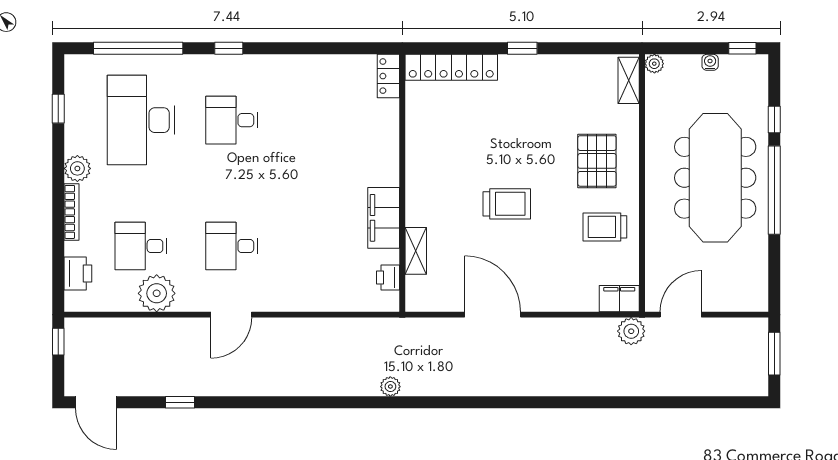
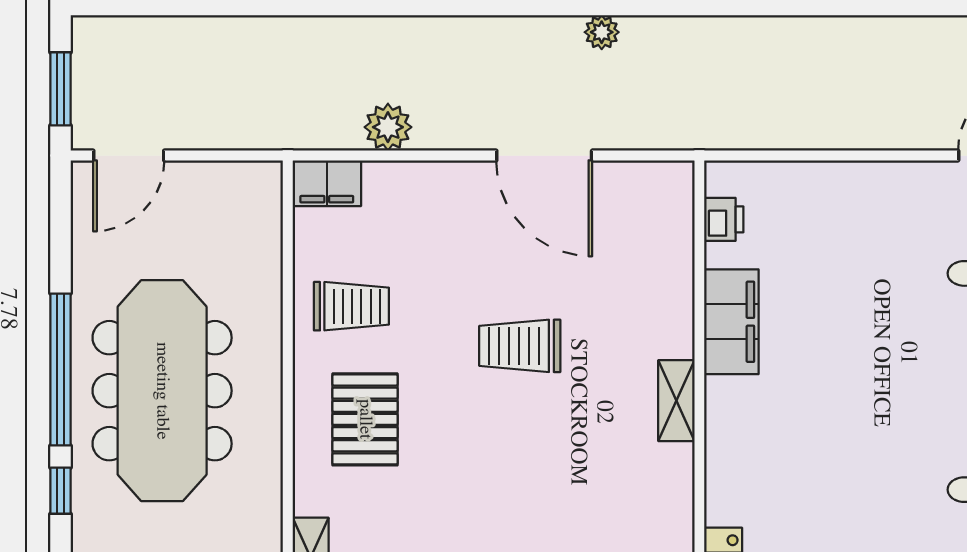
shelving: (416, 251) -> (676, 401), moved
door: (681, 315) -> (129, 156), moved
plant: (631, 331) -> (388, 127), moved
plant: (390, 387) -> (602, 32), moved

